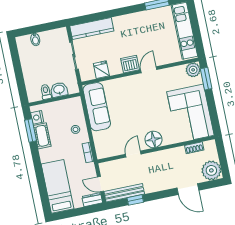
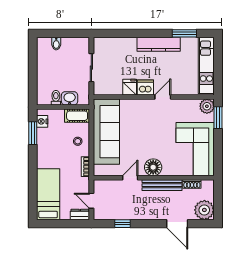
kitchen counter: (92, 29) -> (159, 44), moved
fridge: (101, 70) -> (130, 87), moved
sofa: (97, 107) -> (106, 132), width x1.36, depth x1.27
cot: (42, 136) -> (77, 116), moved, turned 90
bench: (124, 193) -> (162, 185), moved

